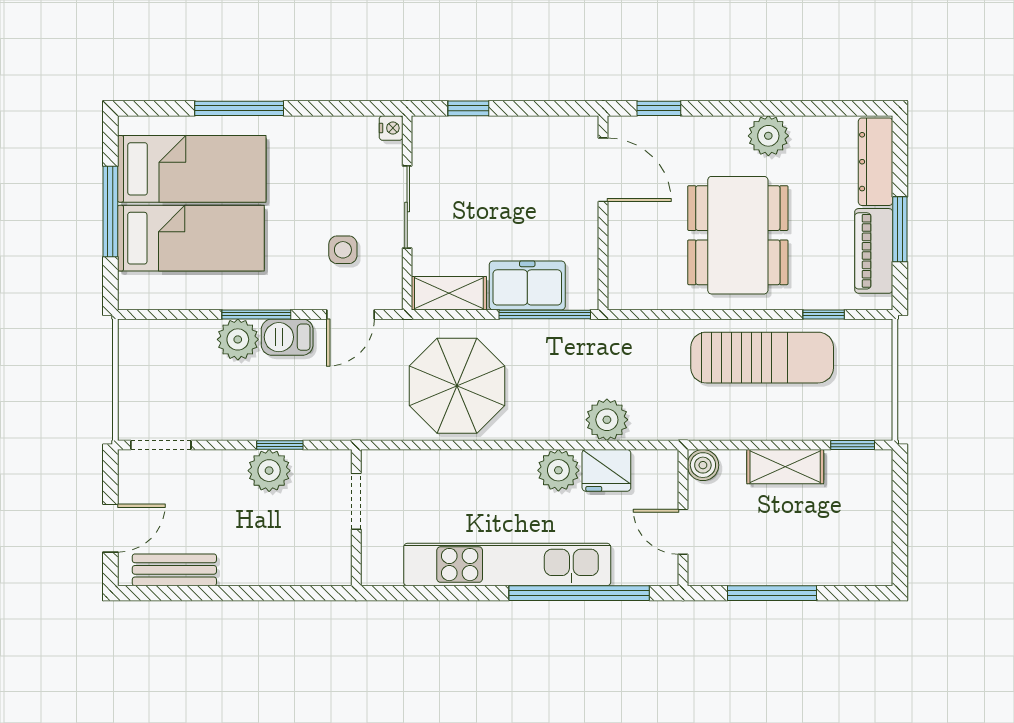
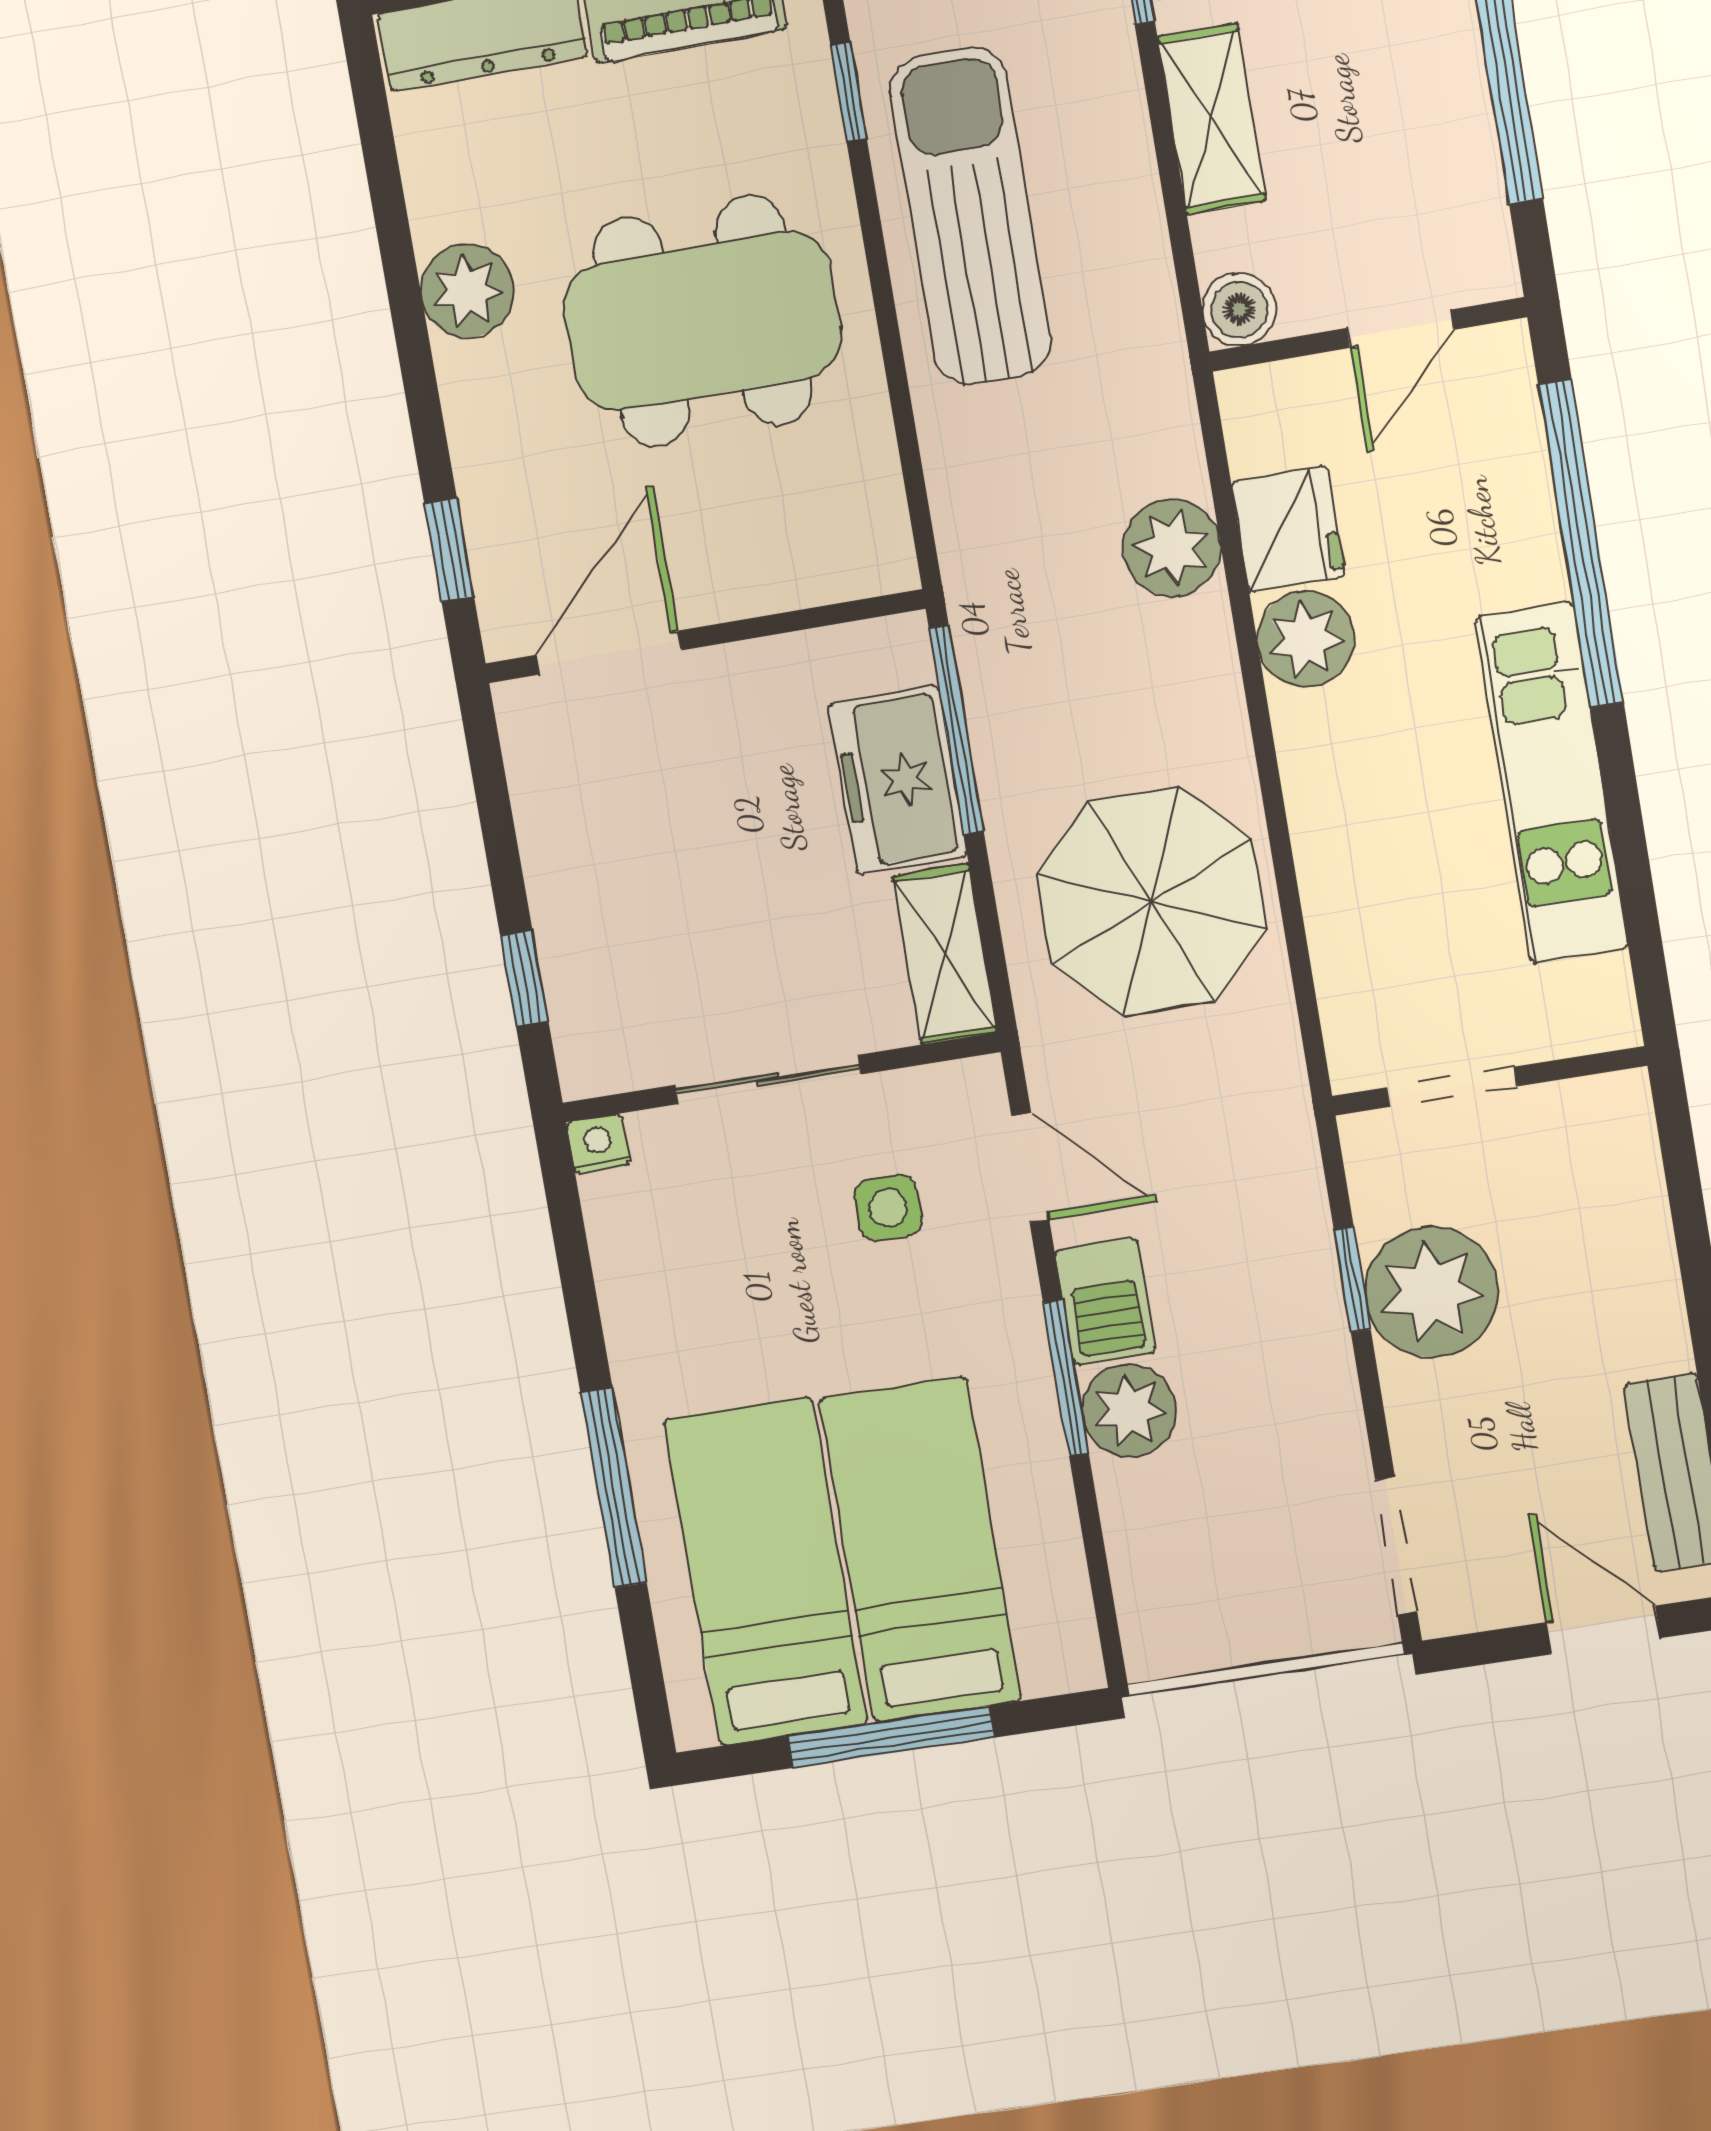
plant: (269, 471) -> (1431, 1292), width x1.36, depth x1.36
kitchen unit: (507, 565) -> (1551, 783), width x0.73

